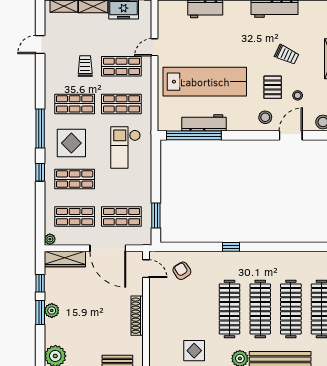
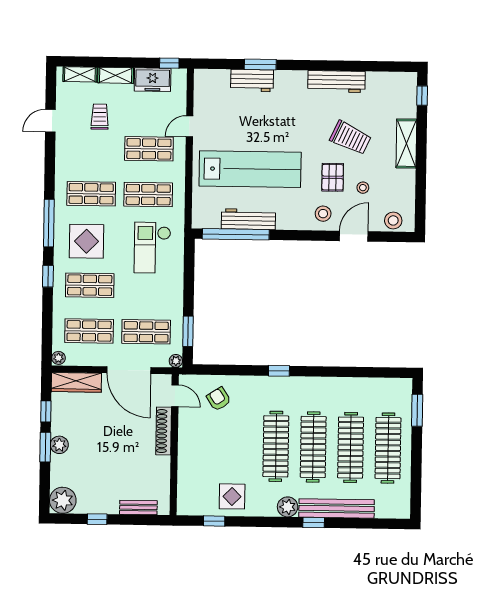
trolley: (287, 55) -> (350, 138), width x1.36, depth x1.39
trolley: (85, 66) -> (100, 117), moved
plant: (146, 240) -> (176, 361), added
shoe rack: (137, 316) -> (164, 431), moved

